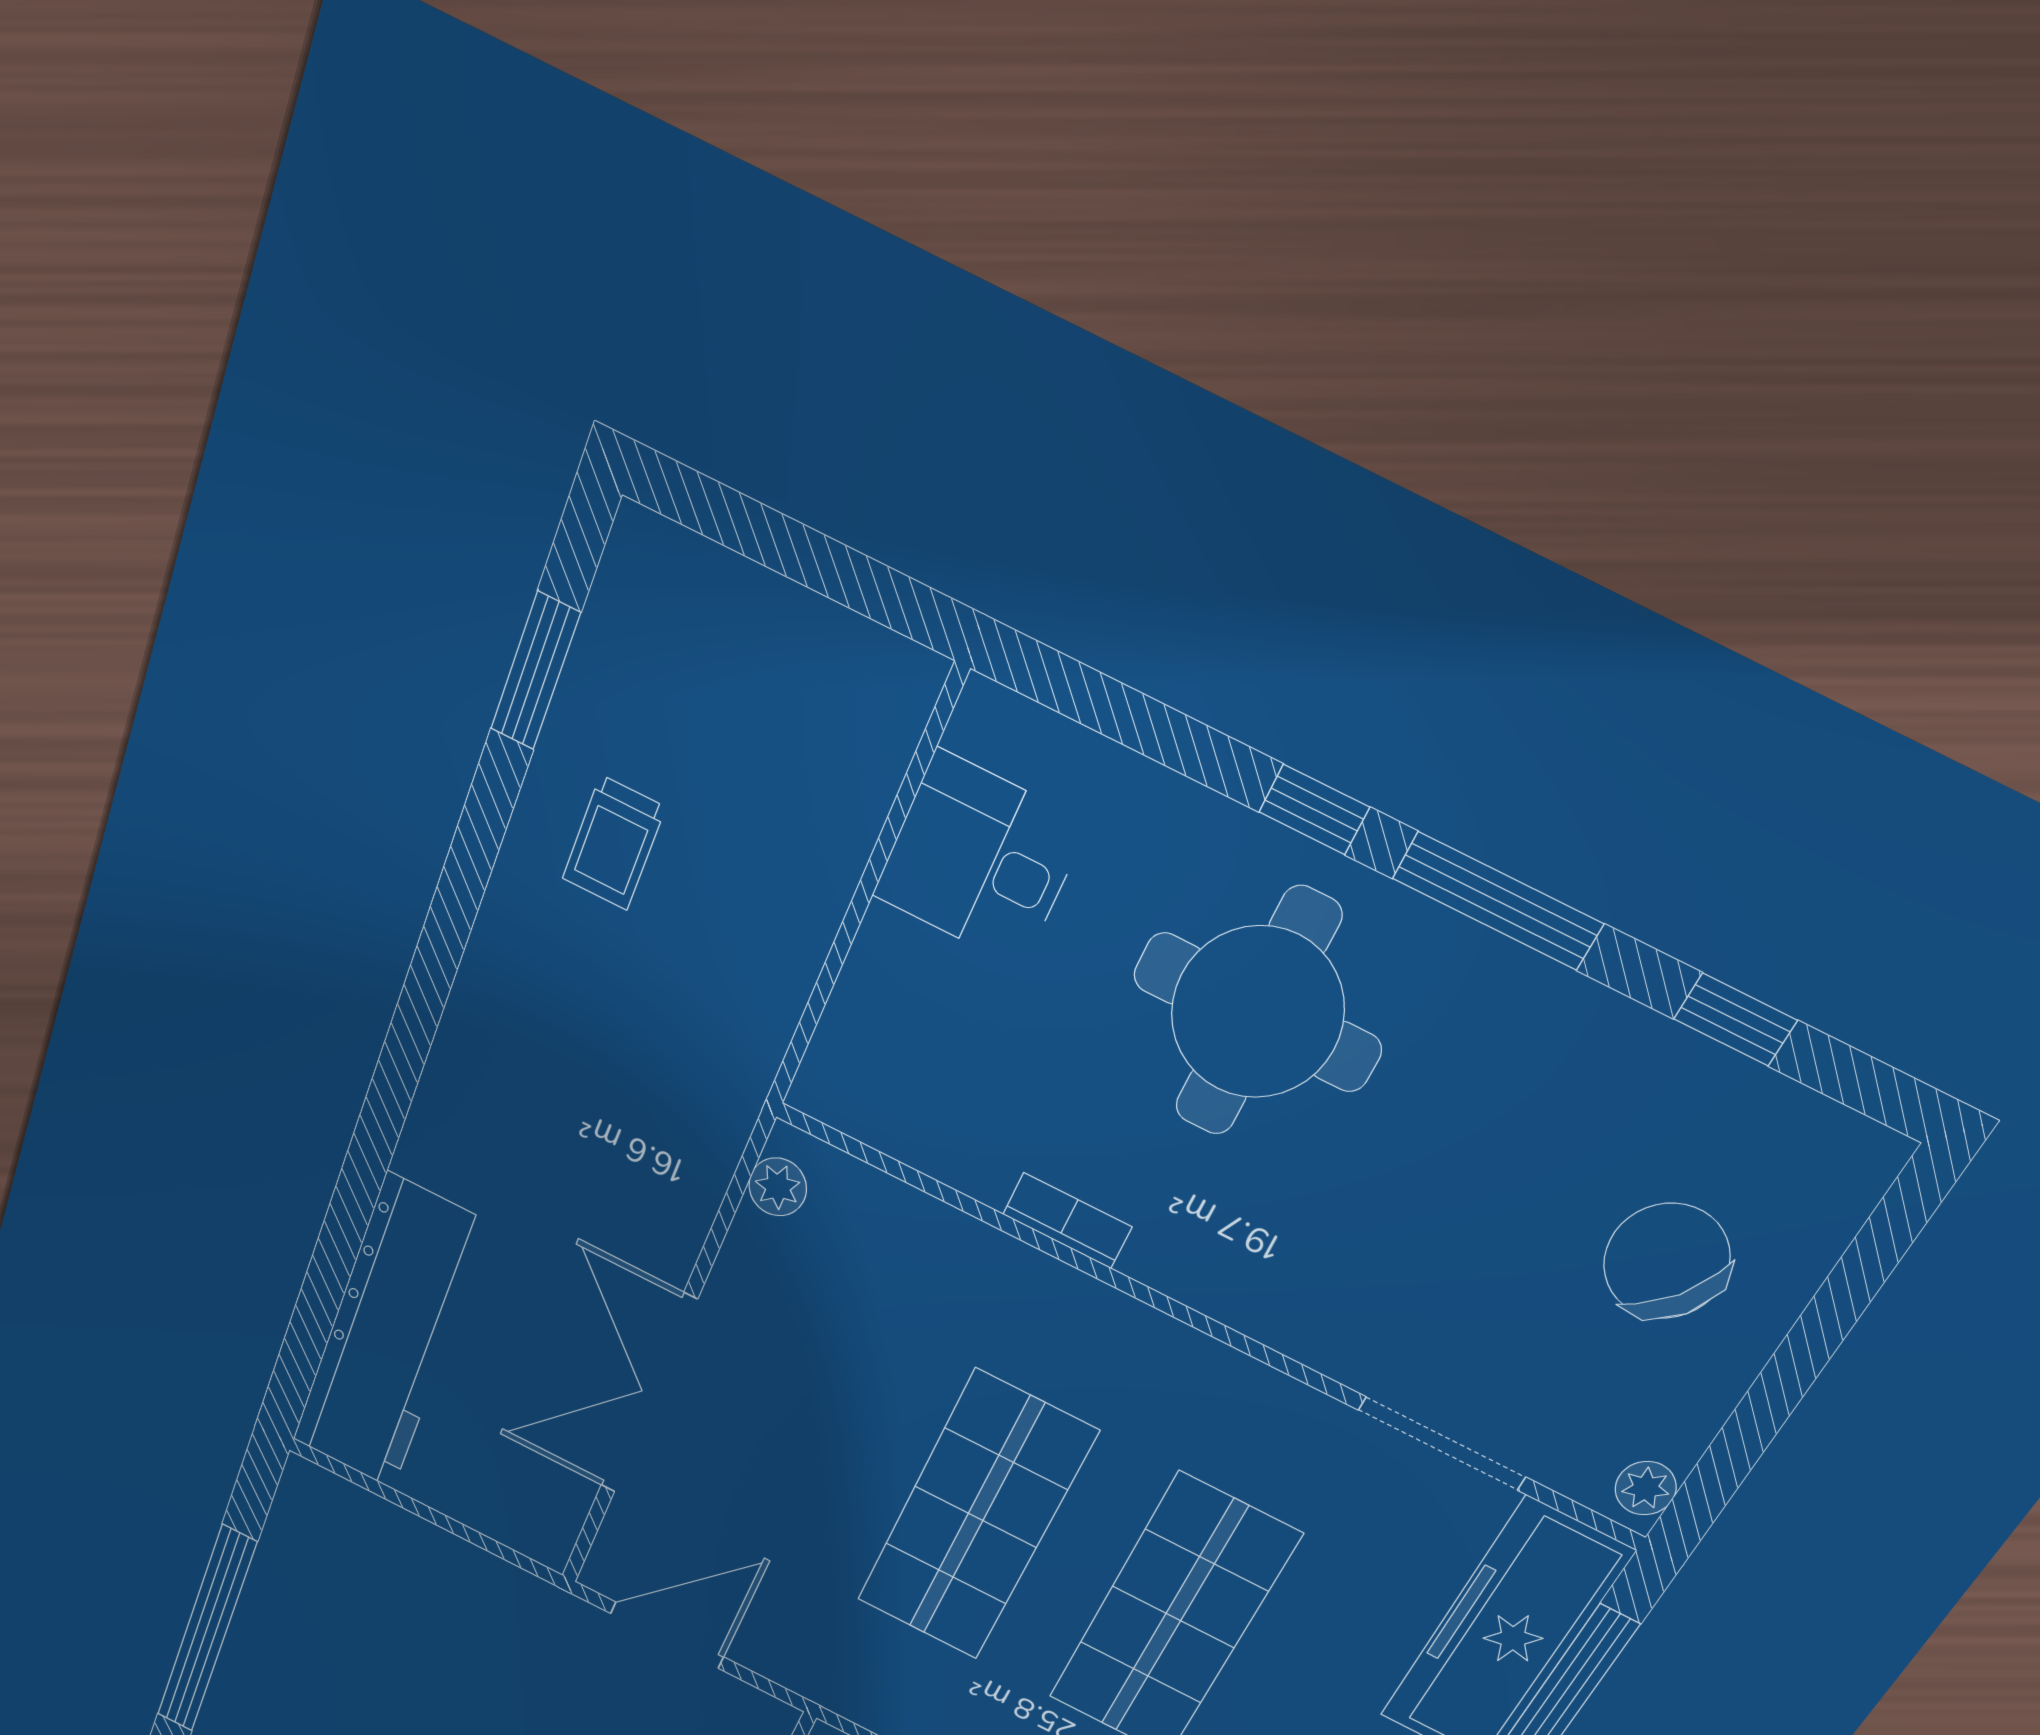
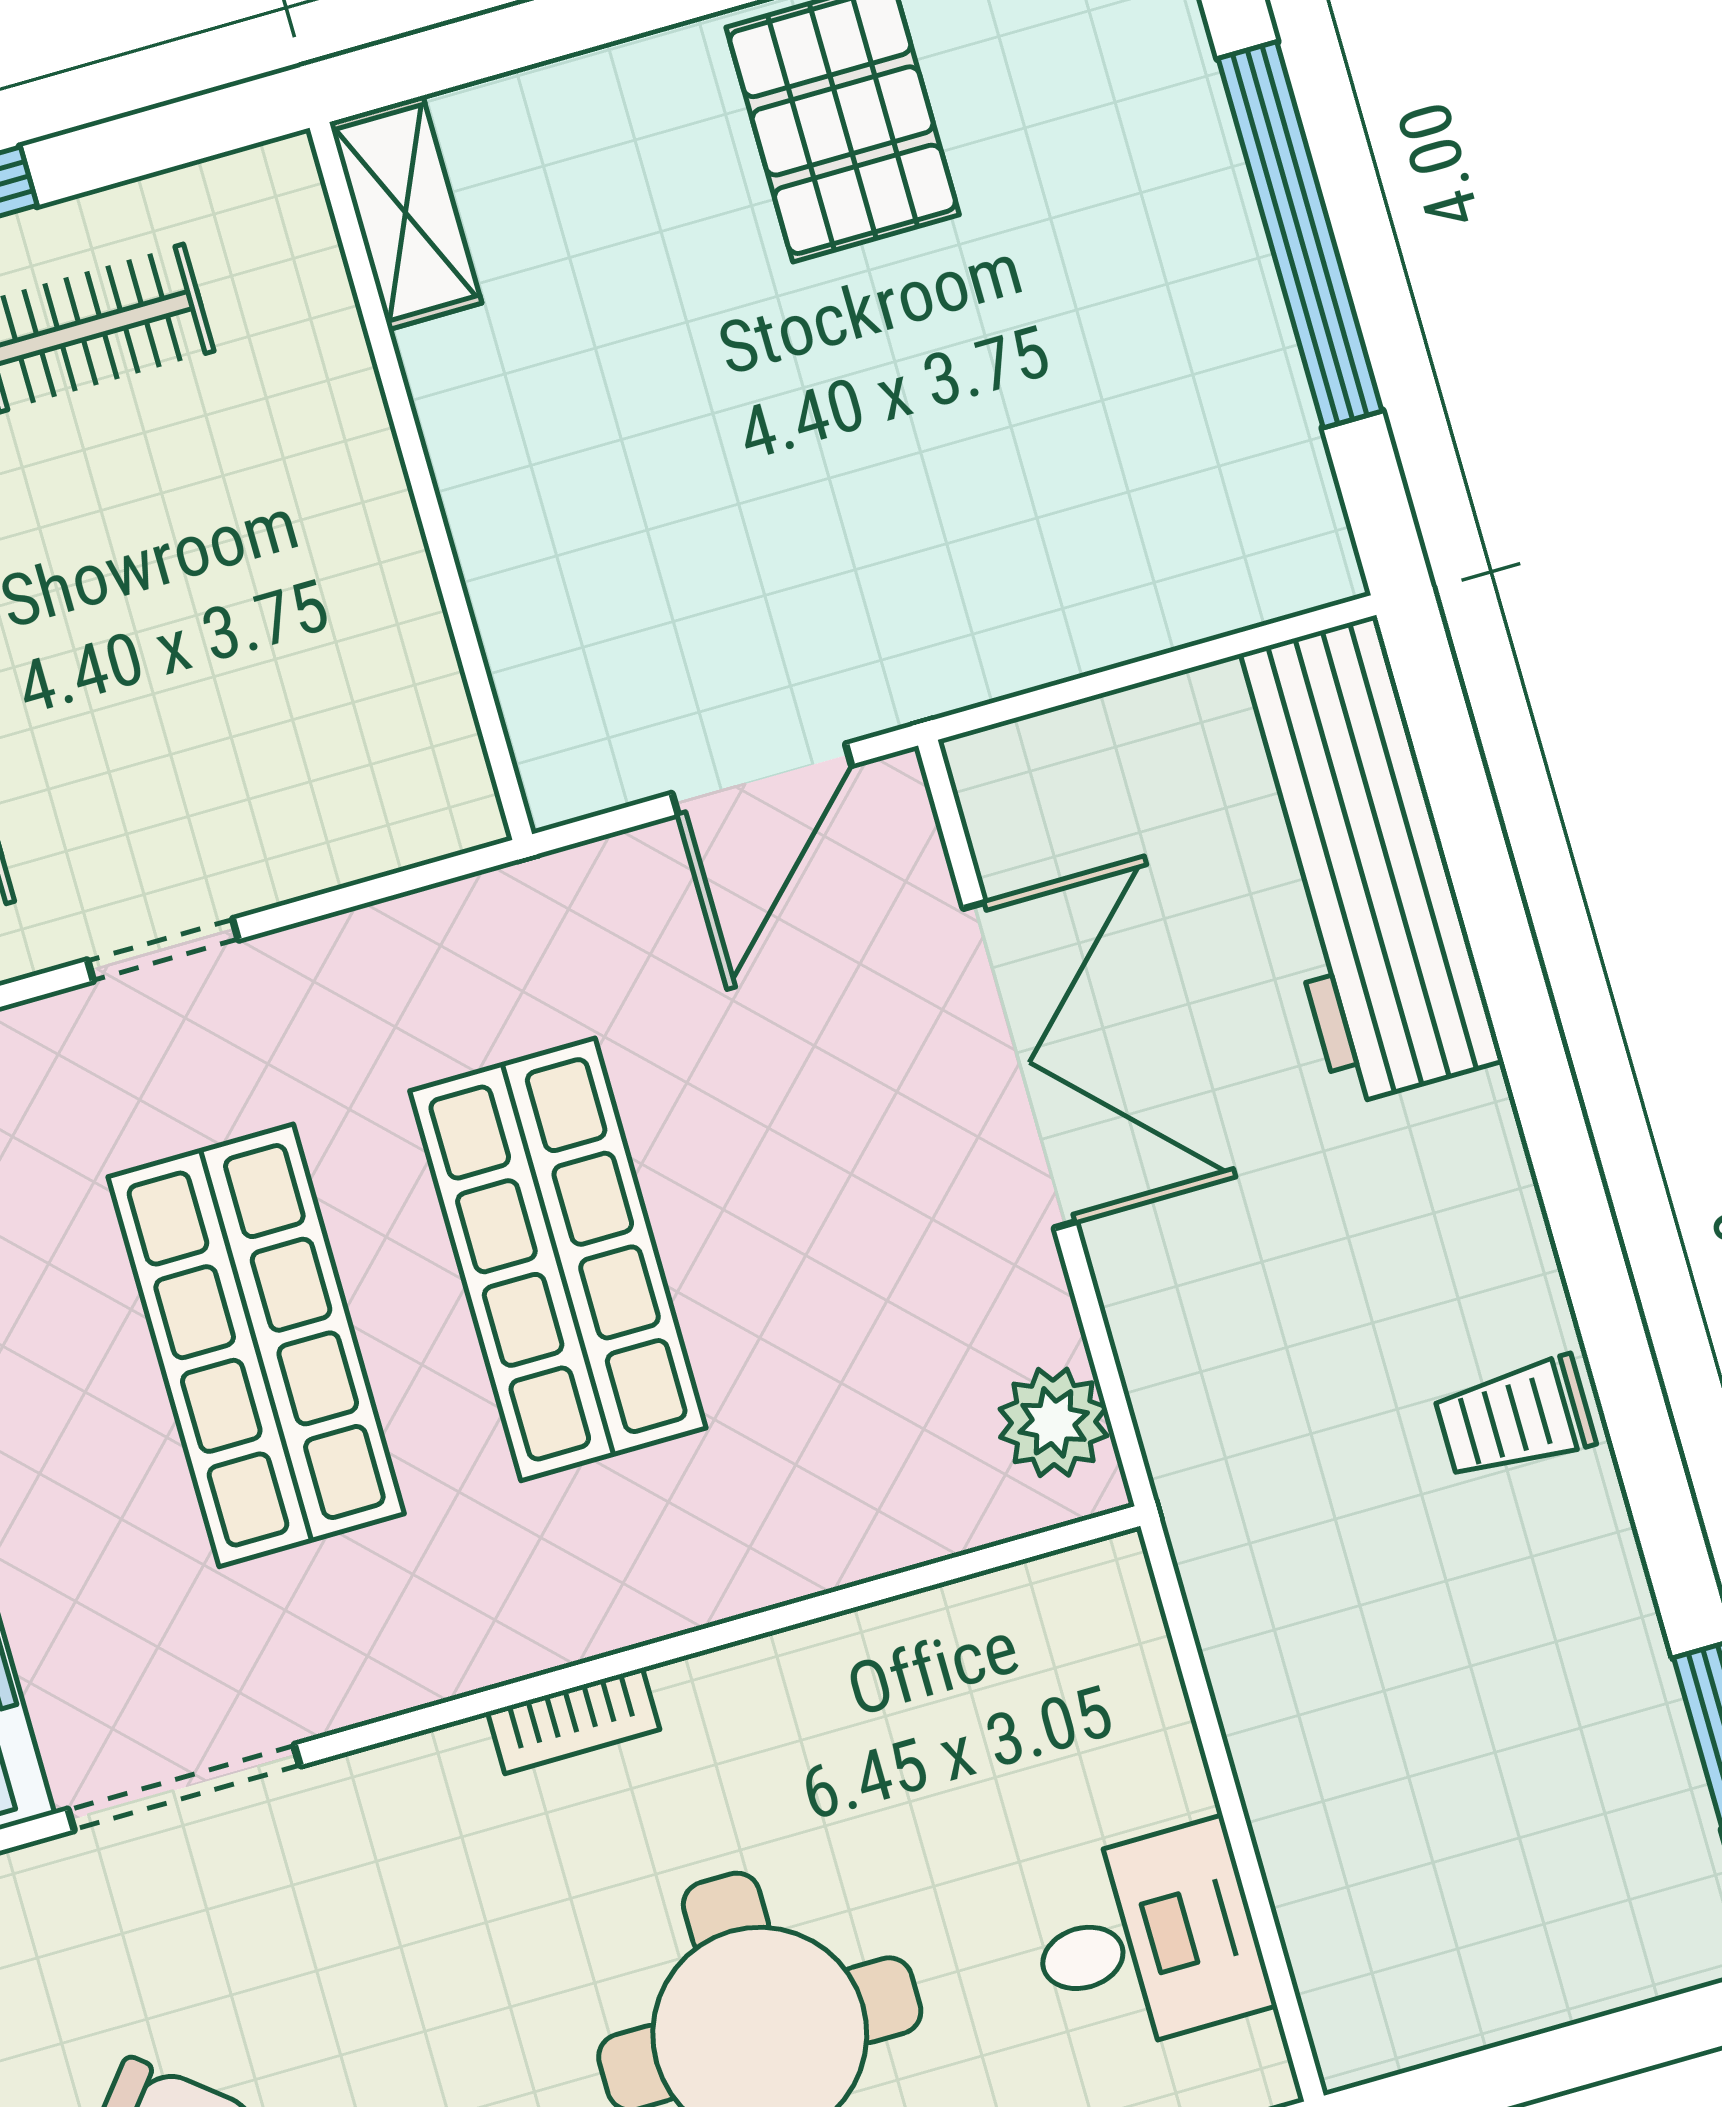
trolley: (614, 843) -> (1515, 1418), moved, turned -90
plant: (778, 1187) -> (1054, 1422), width x1.38, depth x1.38
bookcase: (1067, 1221) -> (574, 1721), moved

